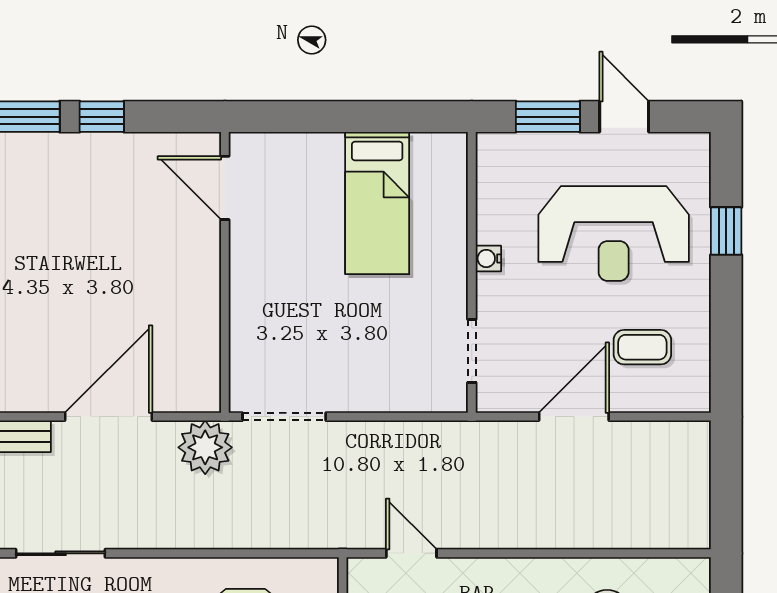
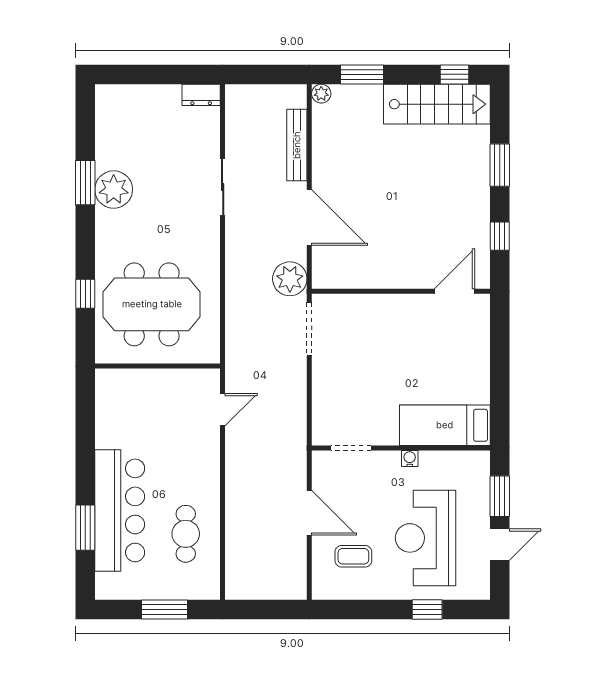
window: (102, 117) -> (500, 236), moved
bed: (377, 203) -> (445, 425), moved
coffee table: (642, 347) -> (353, 556), turned 90

